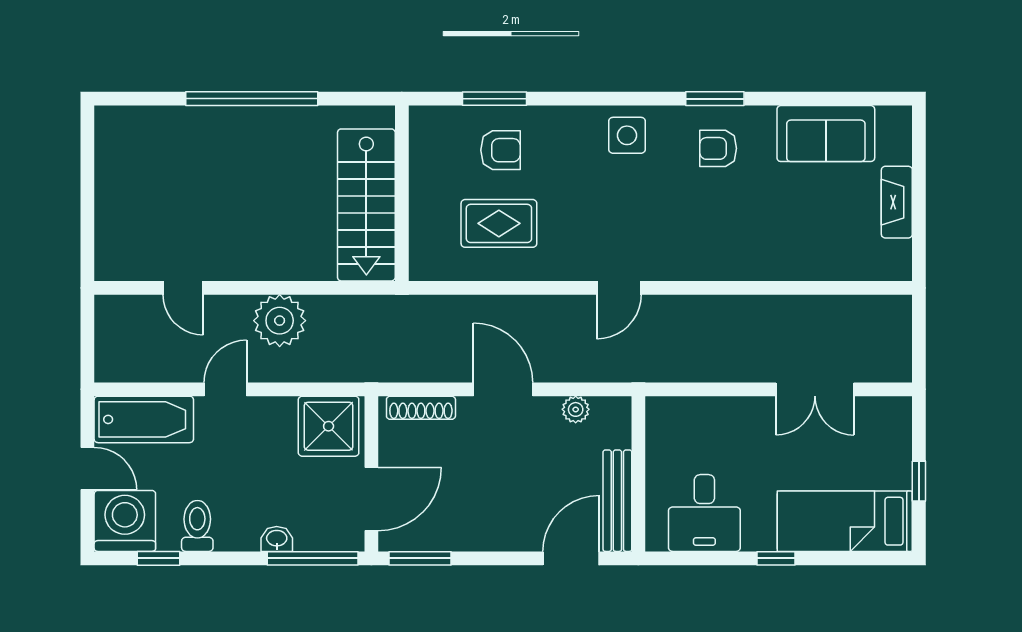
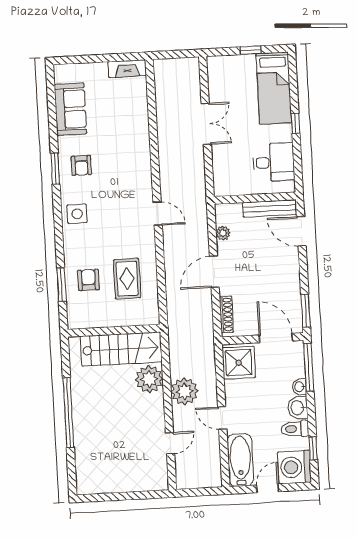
fireplace: (897, 202) -> (127, 69), moved
plant: (307, 255) -> (149, 379), added
double door: (815, 389) -> (206, 124), moved
washbasin: (237, 533) -> (298, 408), added

